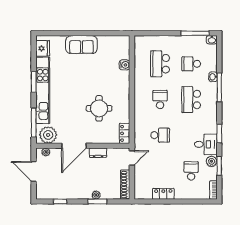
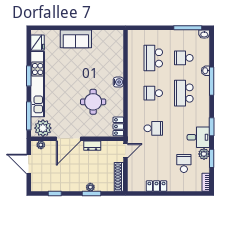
water cooler: (125, 65) -> (118, 82), moved
school desk: (160, 100) -> (153, 93), turned -90

